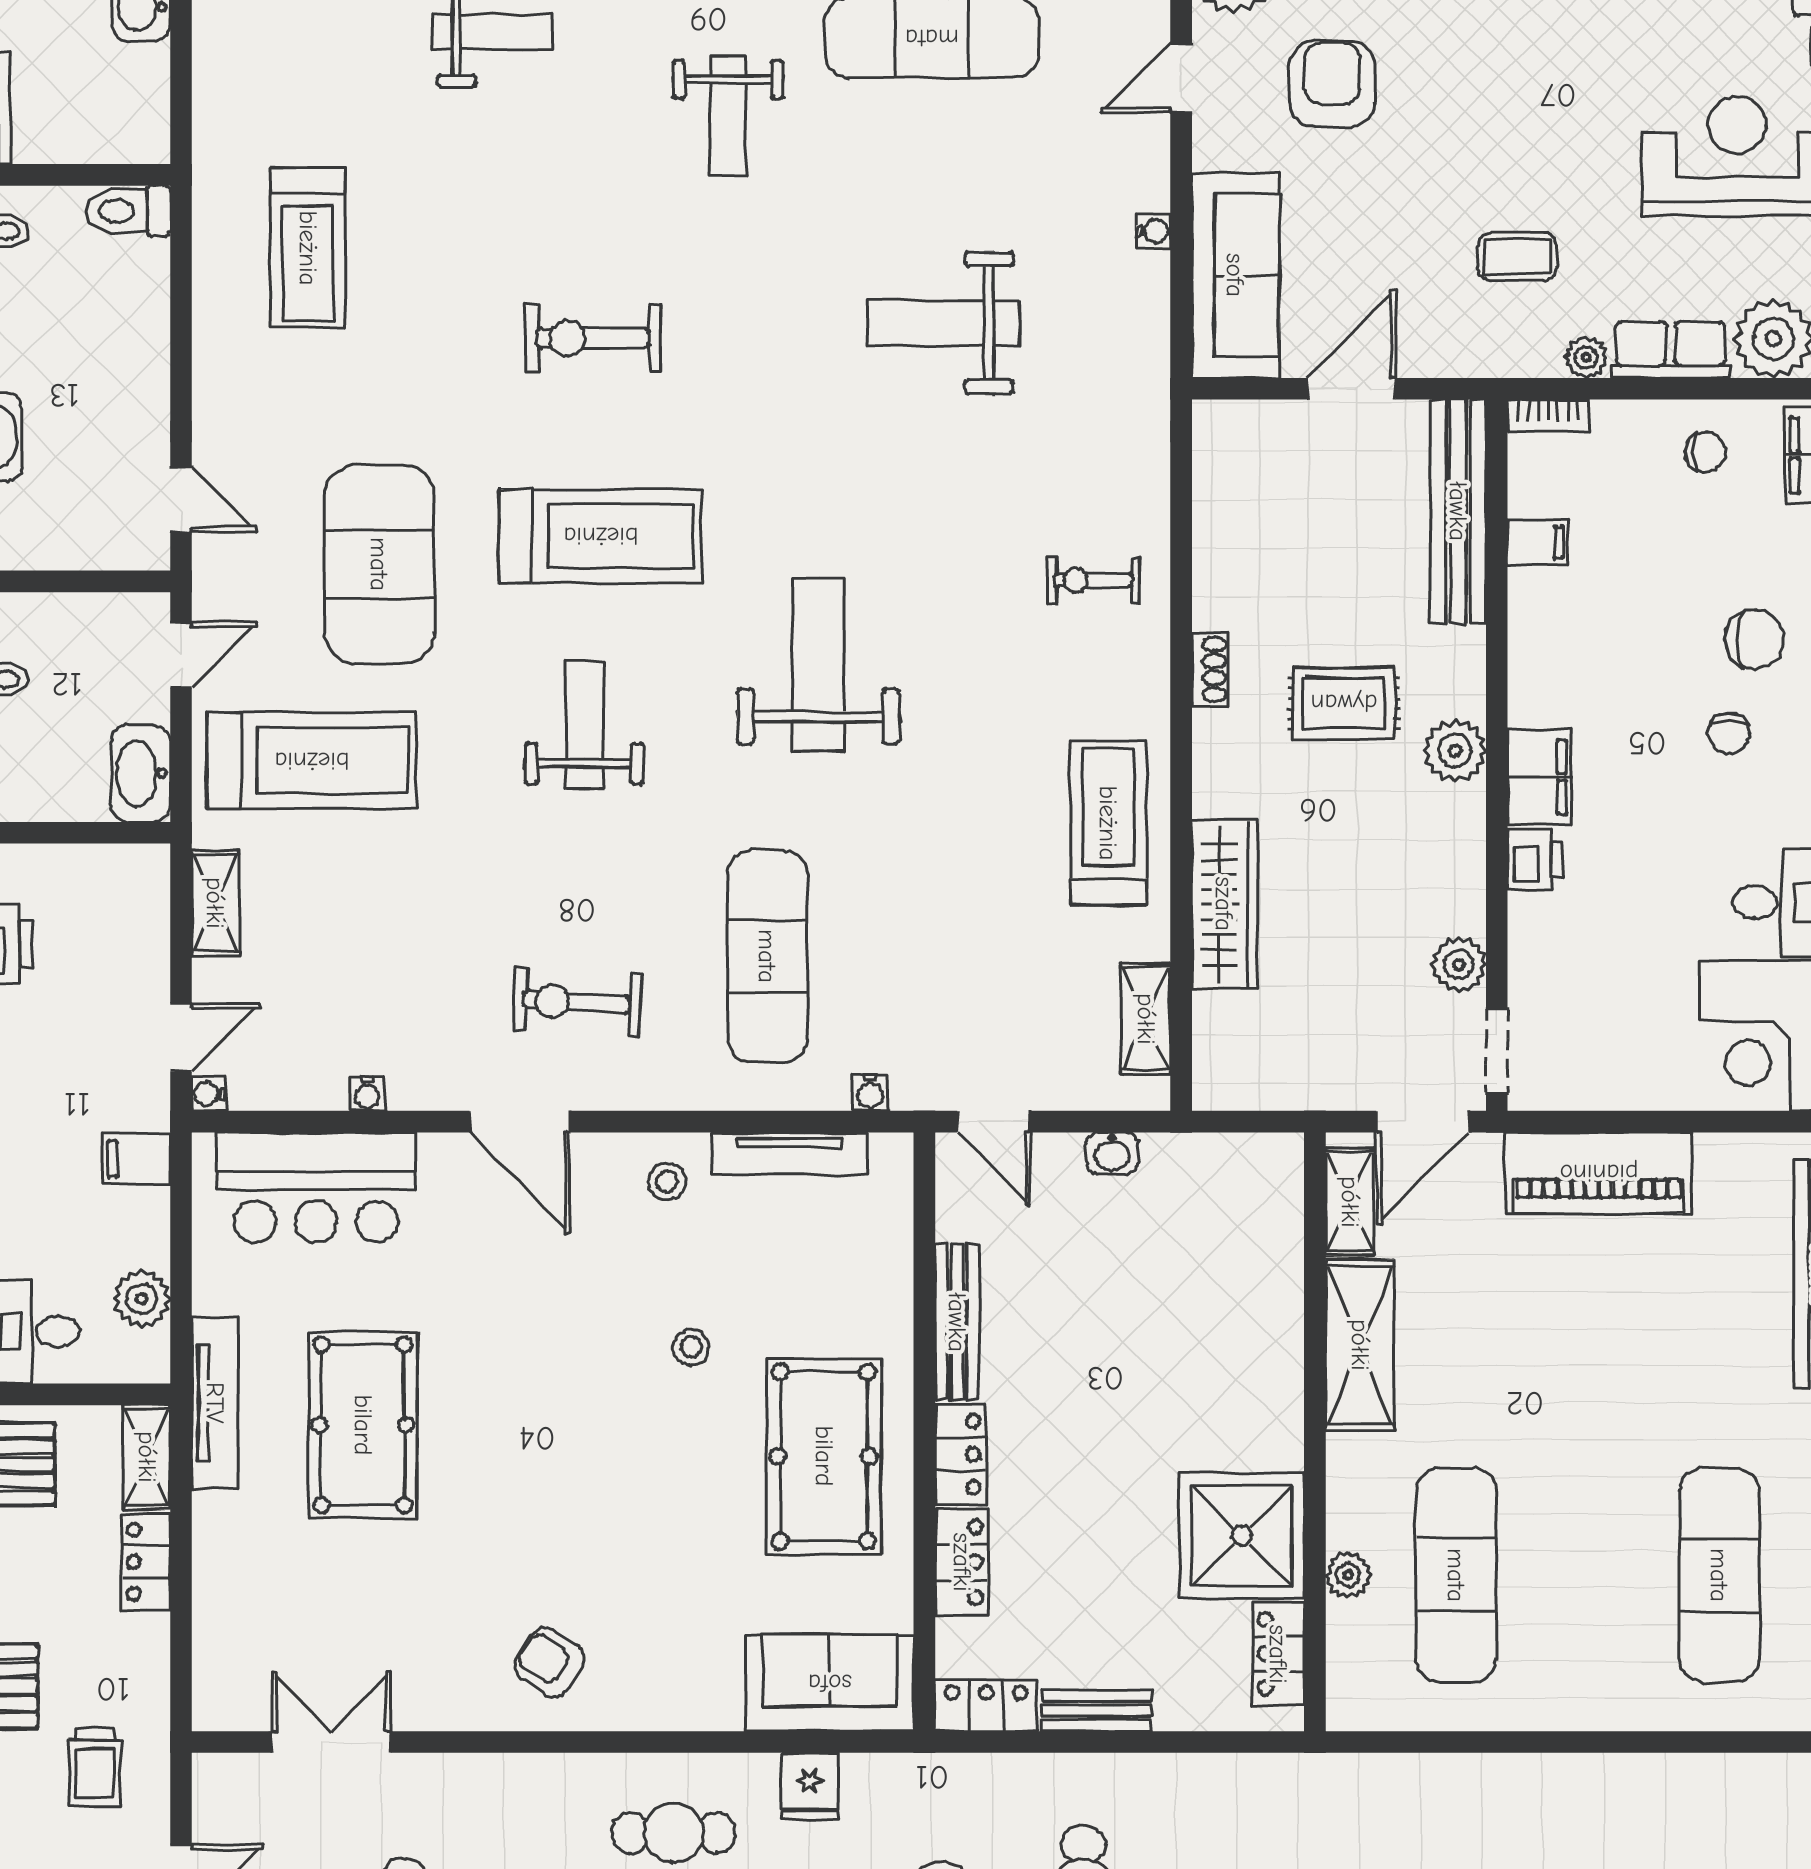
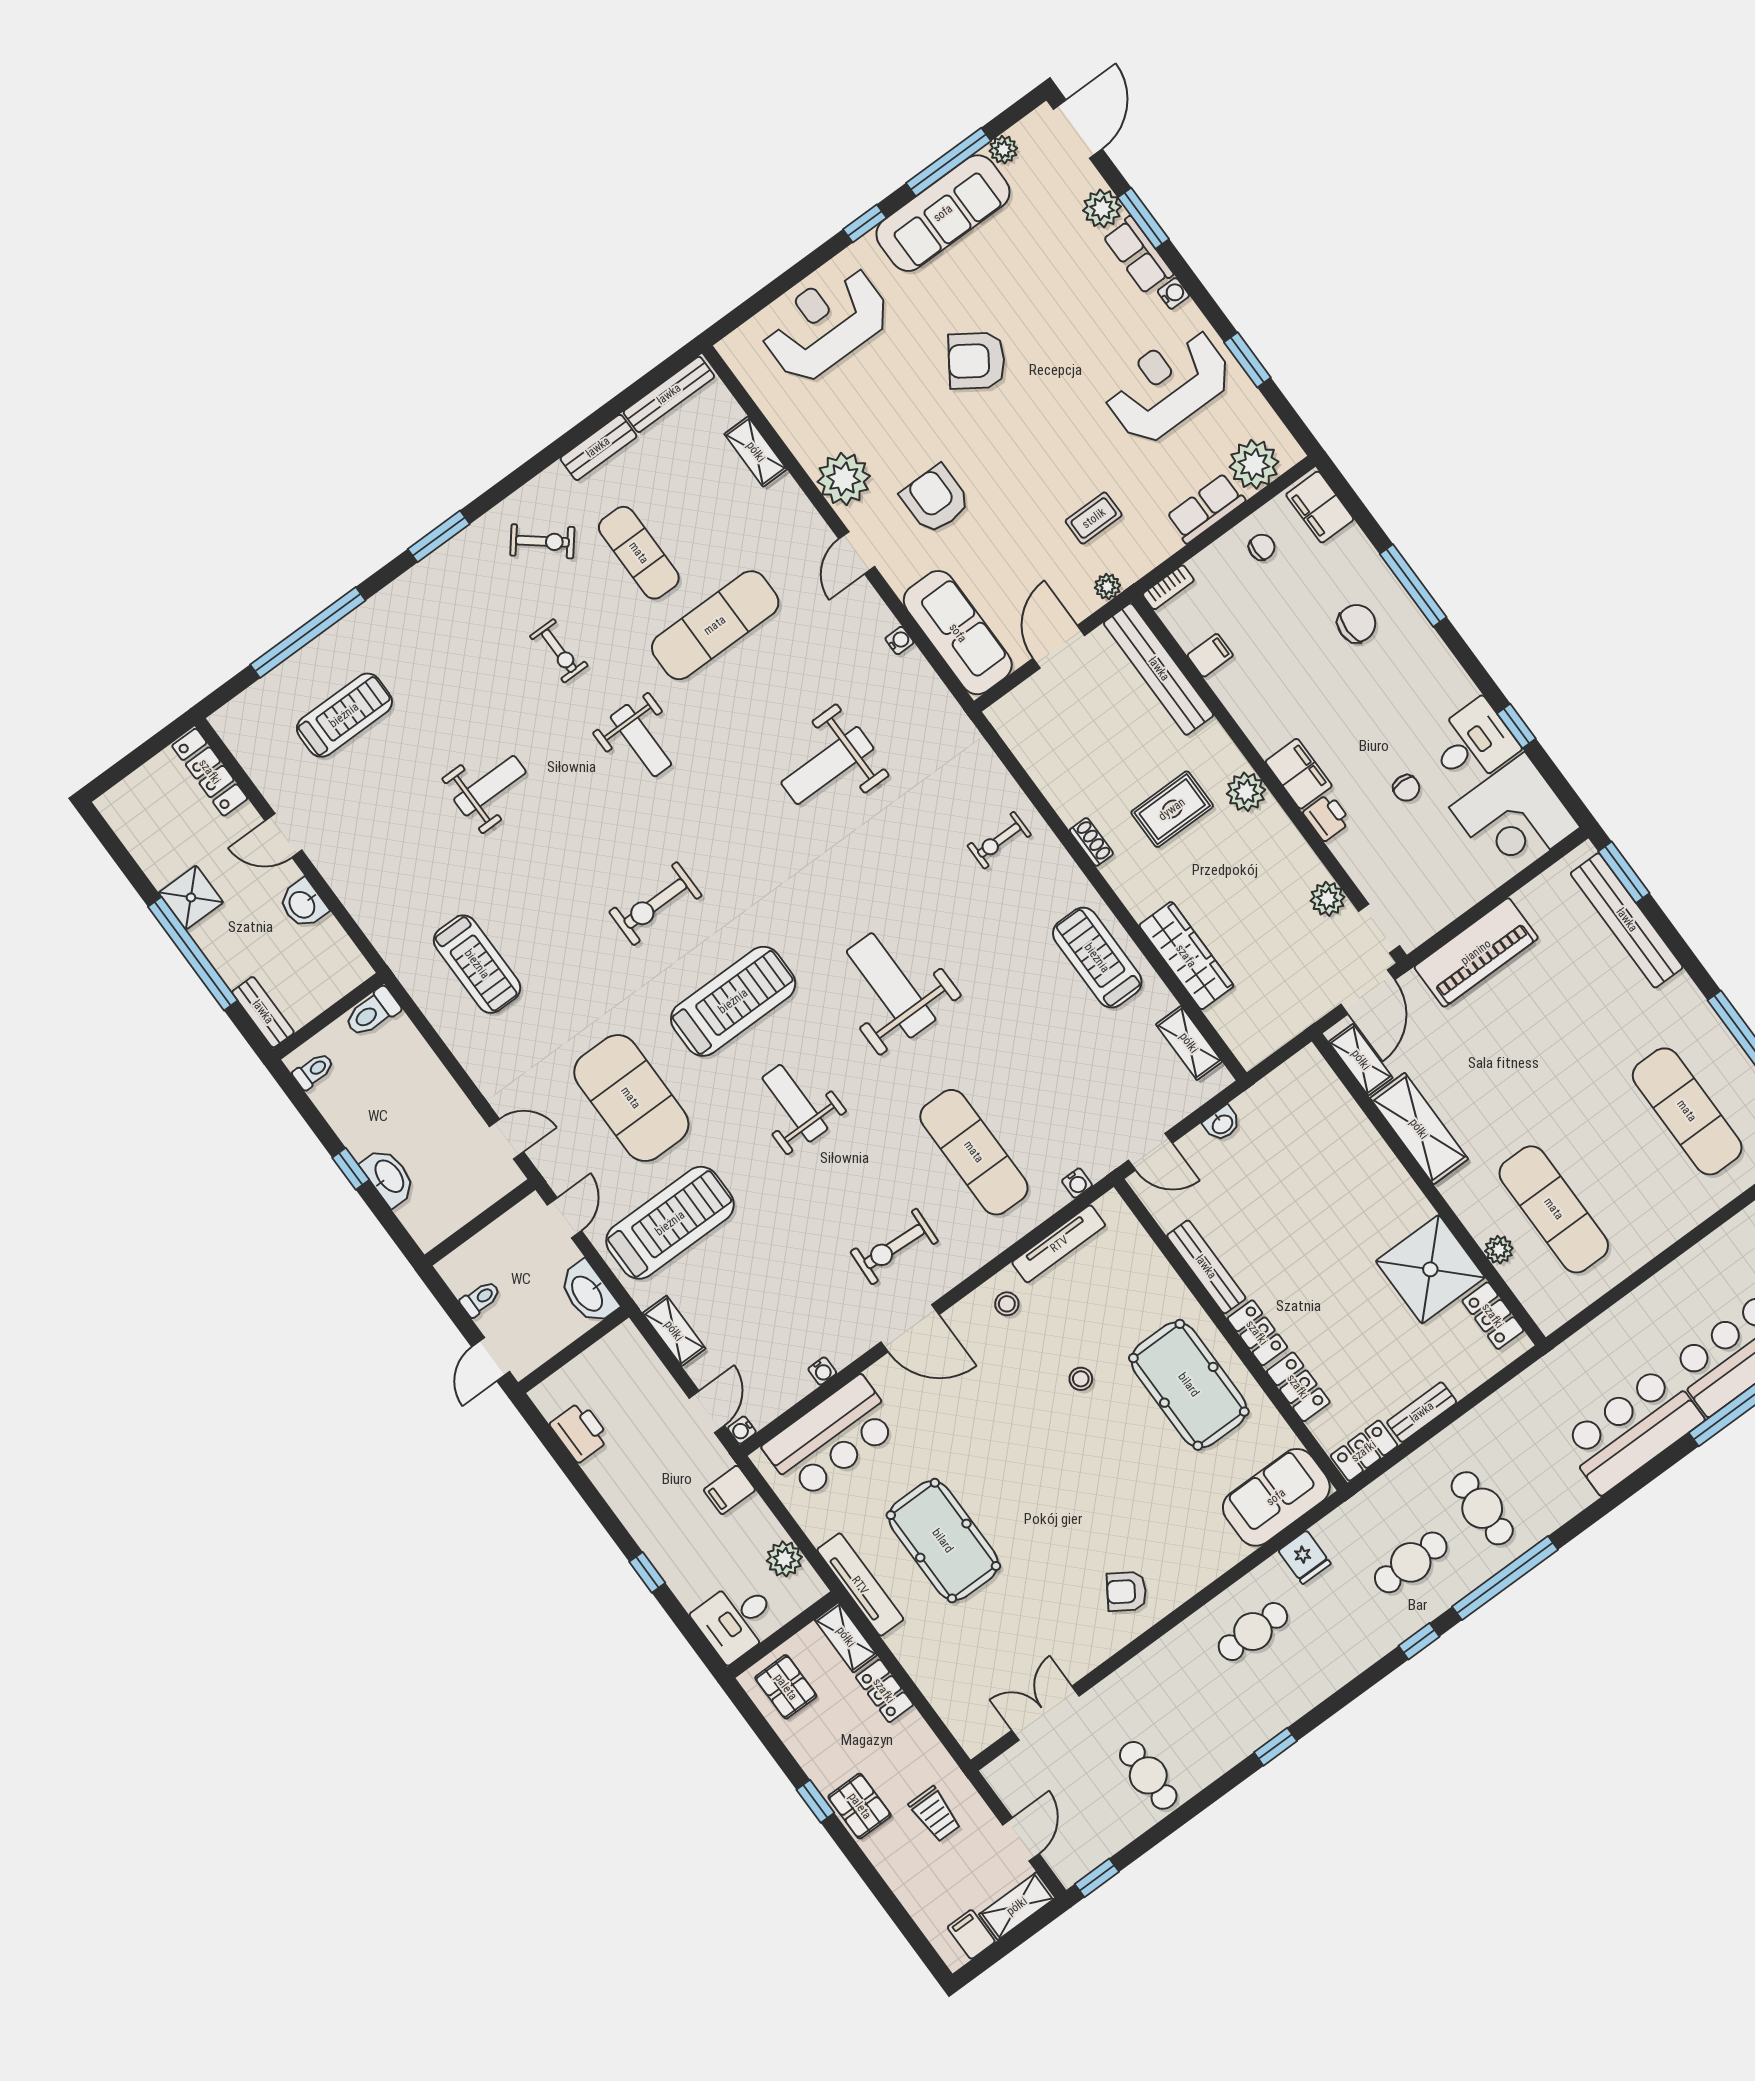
plant: (1586, 357) -> (1108, 587), moved
chair: (1729, 733) -> (1406, 788), moved

